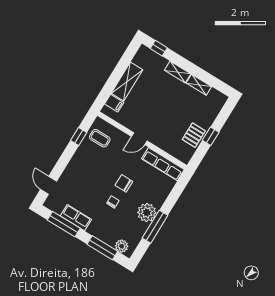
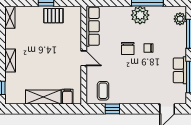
shelving: (199, 85) -> (10, 17), moved

